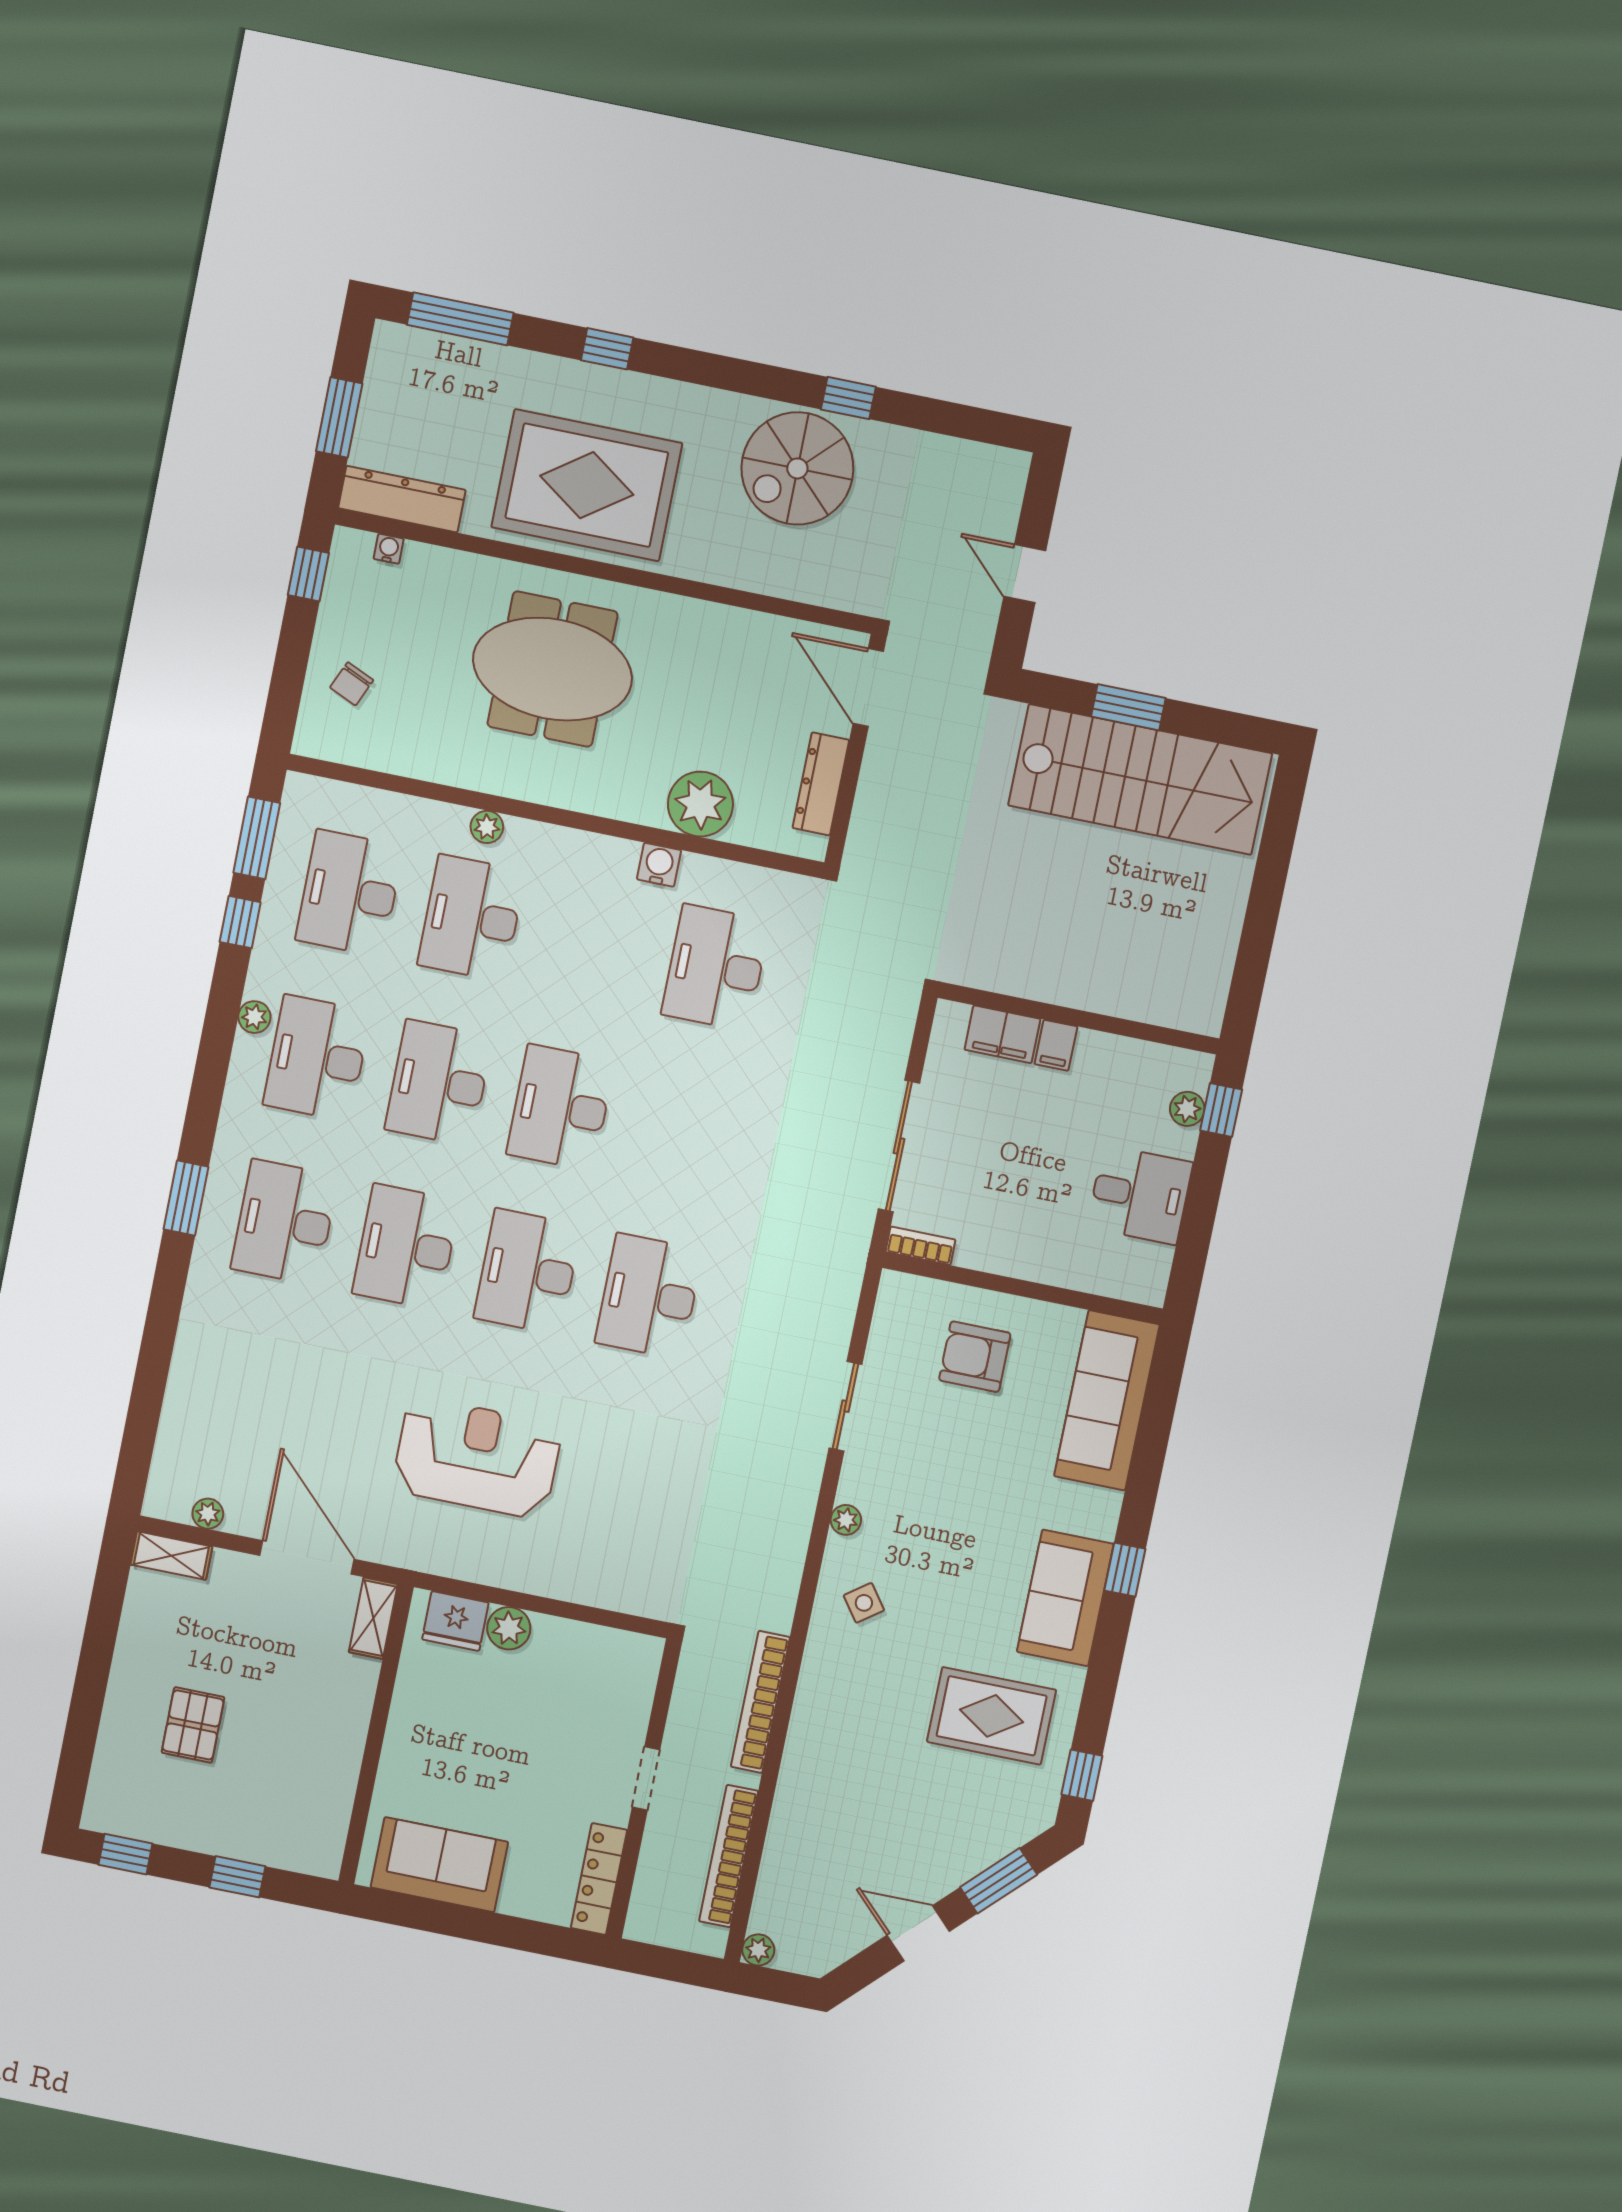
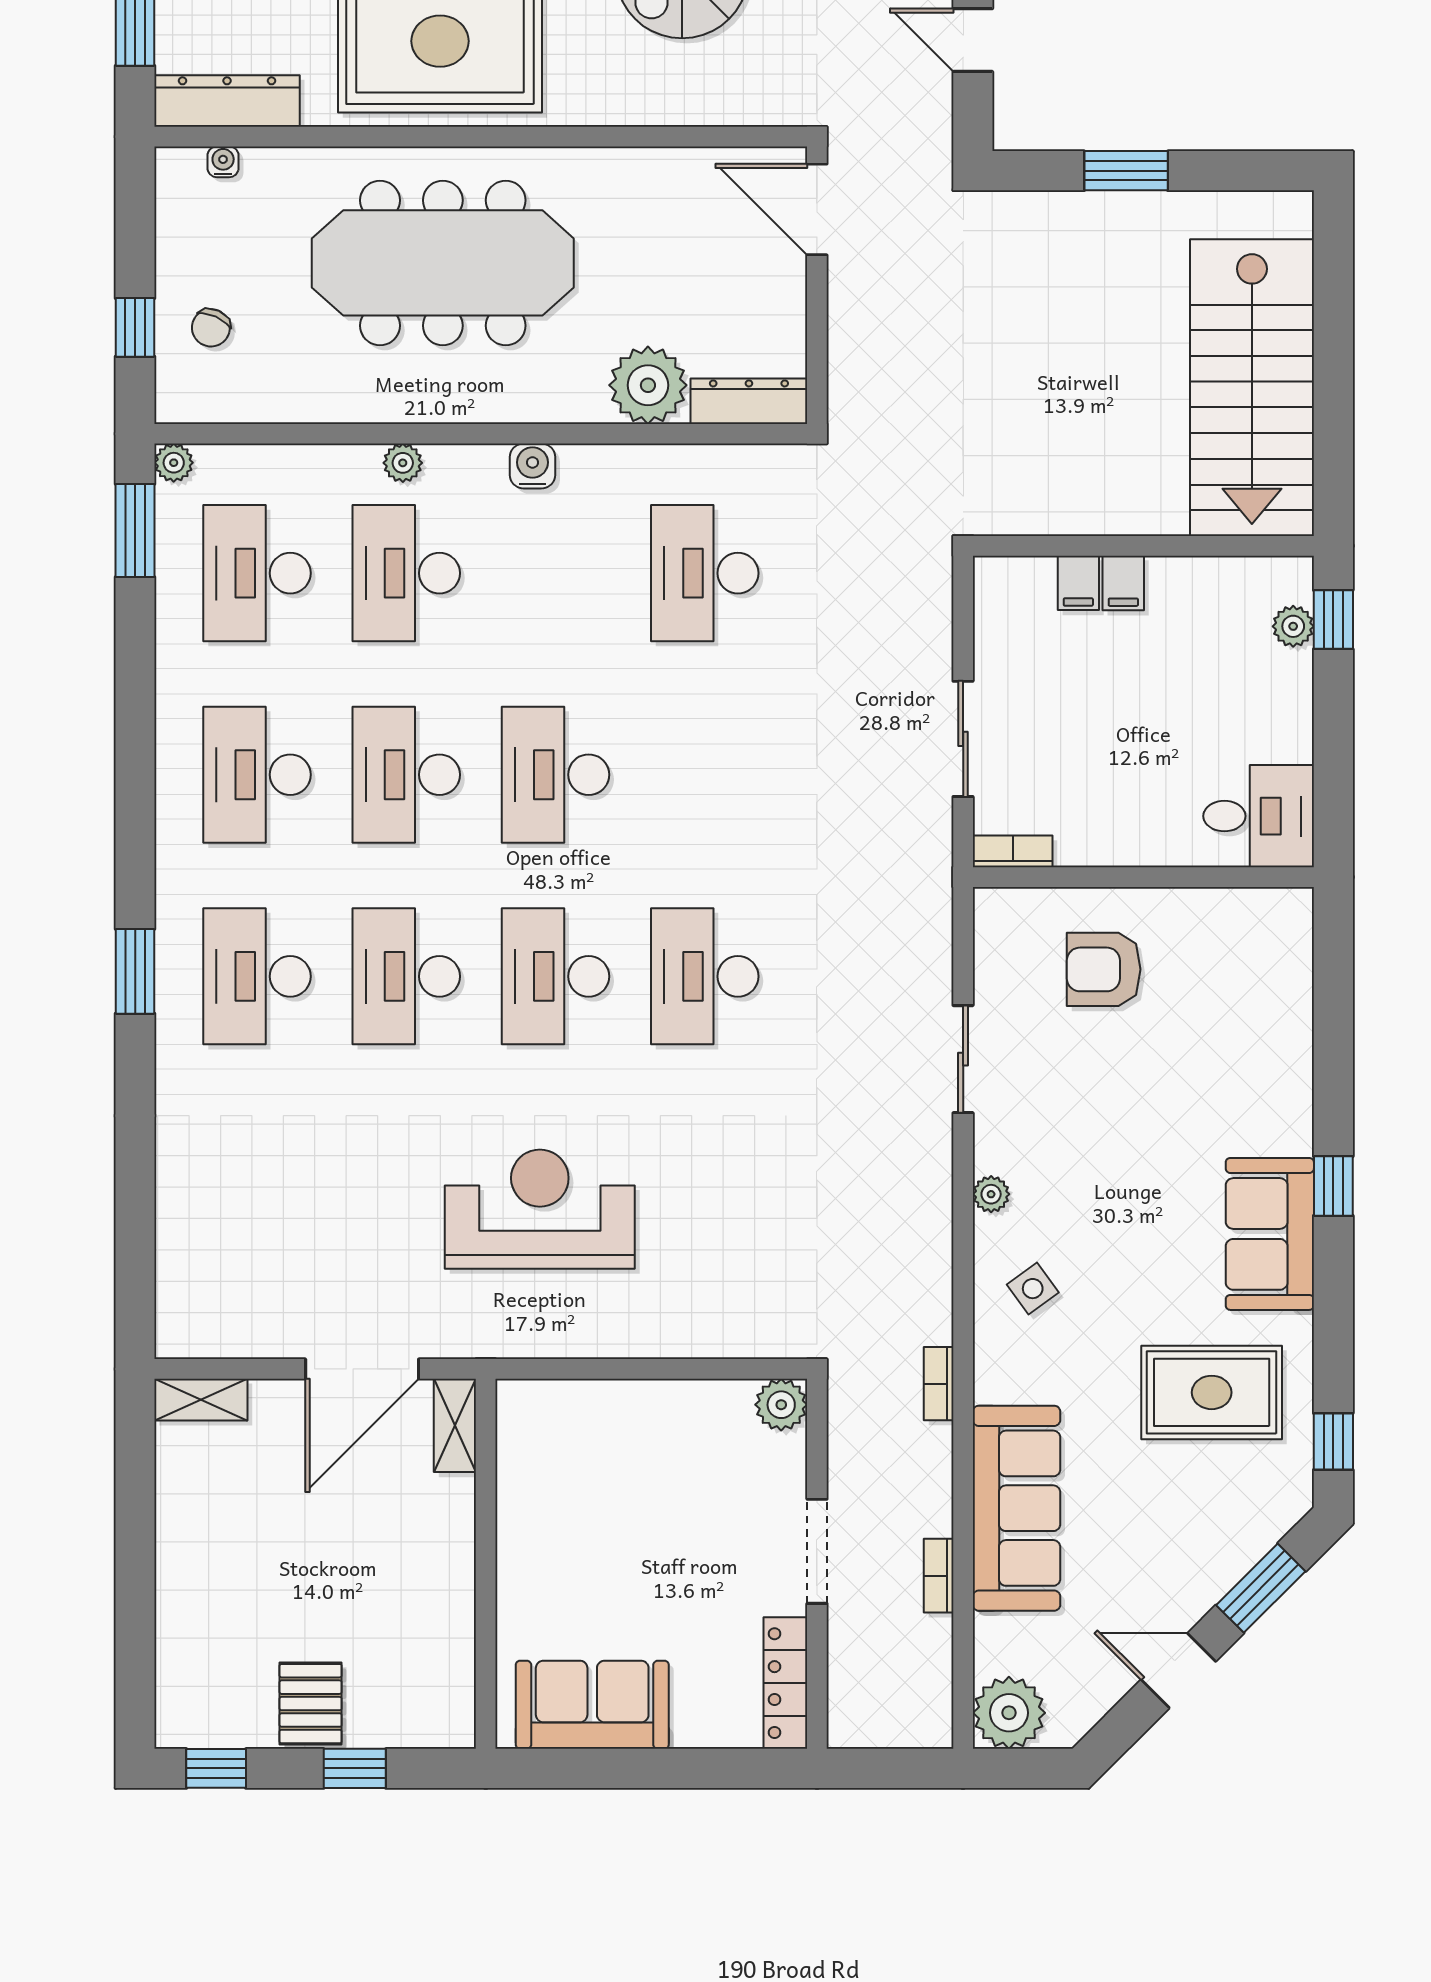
window: (308, 574) -> (135, 327), moved
meeting table: (552, 669) -> (443, 263), width x1.36
stairs: (1140, 779) -> (1252, 388), moved, turned 90
dresser: (821, 784) -> (749, 401), moved, turned 90
water cooler: (659, 865) -> (532, 466), moved
window: (240, 922) -> (135, 633), removed
plant: (254, 1017) -> (174, 463), moved
filing cabinet: (1002, 1034) -> (1078, 583), width x0.50
sliding door: (899, 1146) -> (963, 739), width x0.73
desk: (1140, 1195) -> (1259, 816), moved
sofa: (1107, 1400) -> (1016, 1508), moved, turned 180
plant: (208, 1514) -> (234, 1341), removed
door: (307, 1557) -> (362, 1369), swing flipped
fridge: (455, 1621) -> (553, 1409), removed
plant: (509, 1628) -> (781, 1405), moved
bookcase: (760, 1702) -> (939, 1384), width x0.43, depth x0.76
pallet: (193, 1725) -> (311, 1704), moved
doorway: (646, 1779) -> (817, 1551), width x1.38
bookcase: (729, 1856) -> (939, 1576), width x0.43, depth x0.76
plant: (758, 1950) -> (1009, 1713), width x1.88, depth x1.88

